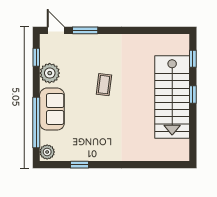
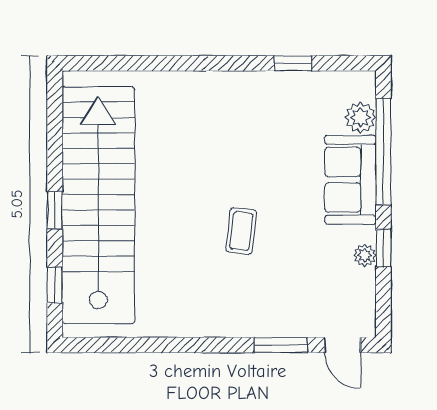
window: (36, 57) -> (383, 248), moved
plant: (50, 73) -> (365, 255), width x0.53, depth x0.53
stairs: (172, 97) -> (98, 205), width x1.36
plant: (47, 152) -> (361, 118), moved

